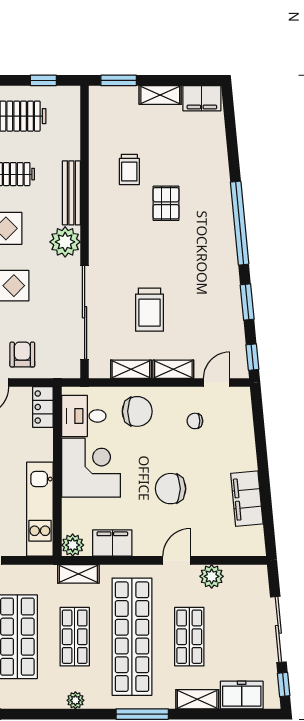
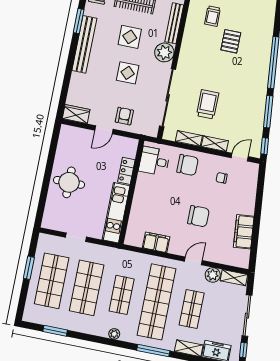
window: (247, 302) -> (268, 112), width x1.44
trolley: (150, 310) -> (208, 104), turned 180
locker: (43, 407) -> (126, 171), moved
corner desk: (91, 468) -> (152, 194), removed
chair: (171, 489) -> (198, 216), turned 180
plant: (73, 545) -> (132, 239), removed
shelving: (78, 574) -> (234, 278), moved

